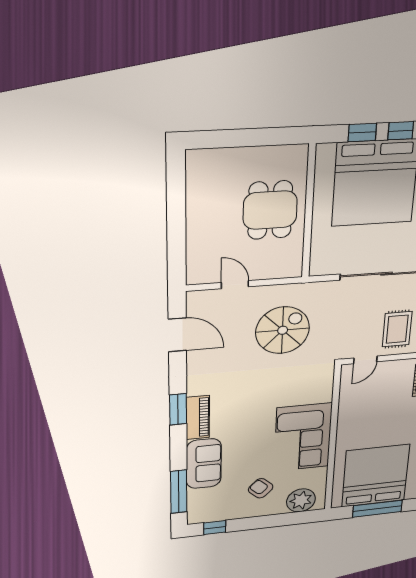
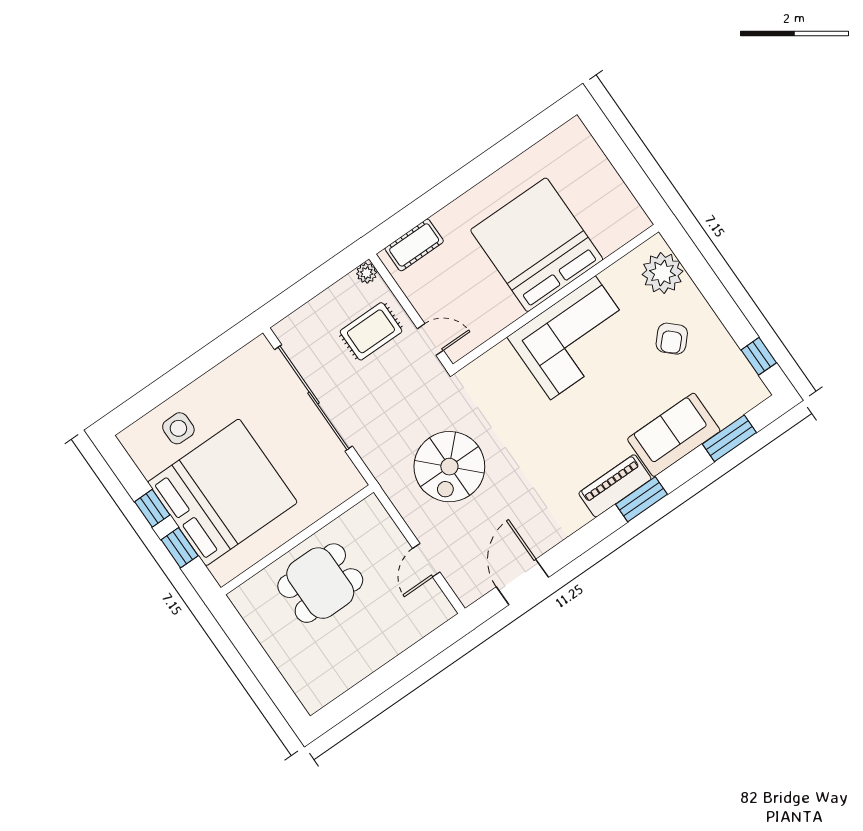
spiral stairs: (283, 330) -> (449, 467), turned -90
window: (178, 409) -> (641, 499), moved
bed: (375, 476) -> (537, 245), moved, turned 90
window: (179, 492) -> (729, 438), width x0.69
window: (377, 509) -> (622, 160), removed

